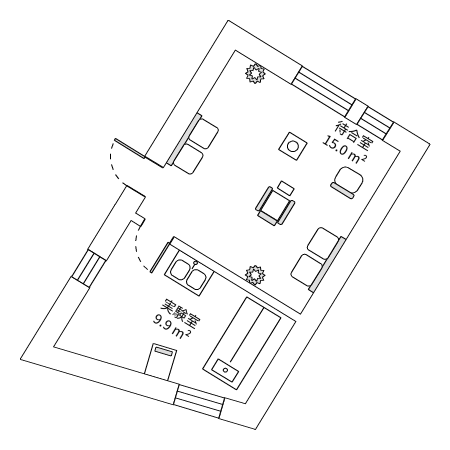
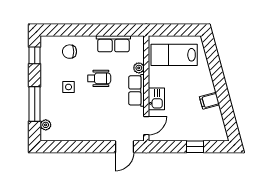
window: (324, 92) -> (35, 104), moved
row of seats: (193, 145) -> (137, 90), moved, turned -90
window: (89, 269) -> (195, 147), moved
filing cabinet: (160, 362) -> (209, 101), moved
window: (199, 401) -> (213, 58), removed

